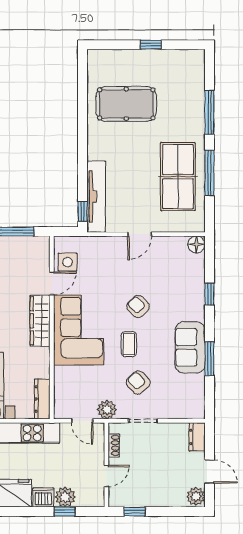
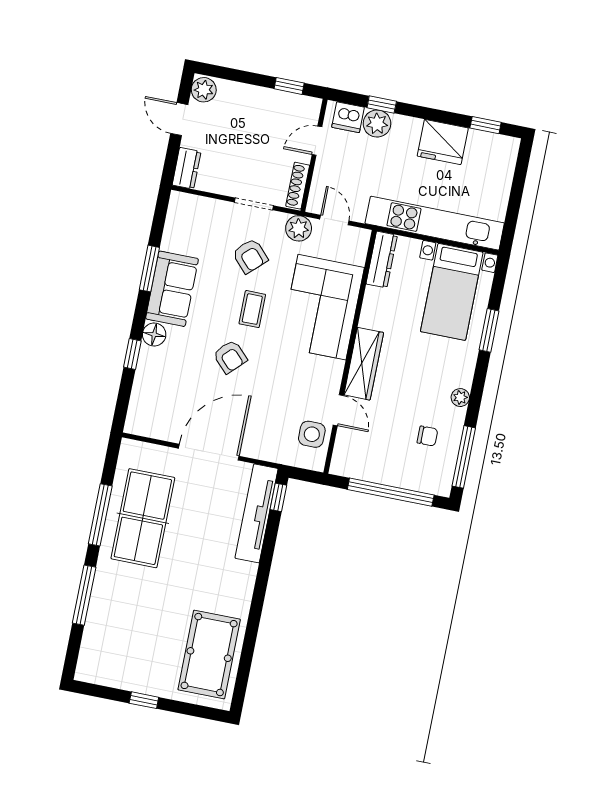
pool table: (126, 104) -> (209, 655), moved, turned 90
door: (140, 234) -> (209, 452), width x1.87
floor lamp: (196, 244) -> (154, 335), moved
door: (52, 283) -> (338, 410), swing flipped
corner sofa: (79, 330) -> (322, 307), moved
shoe rack: (114, 445) -> (298, 186), width x1.43
dishwasher: (43, 497) -> (348, 117), moved

